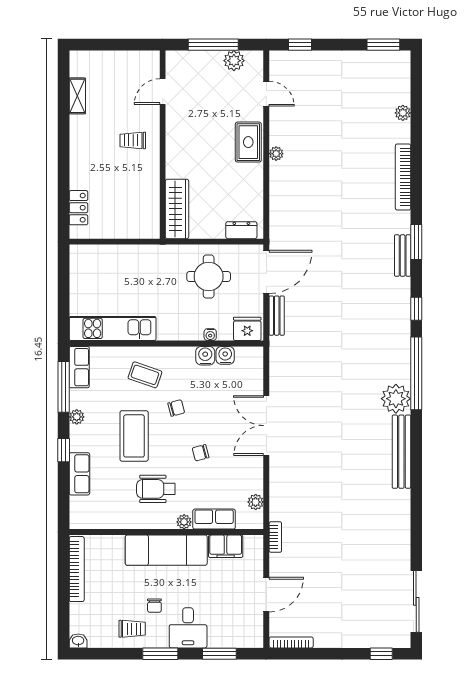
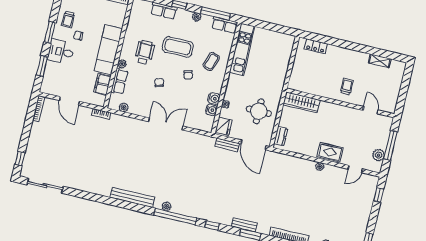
plant: (396, 399) -> (166, 206), width x0.53, depth x0.53

